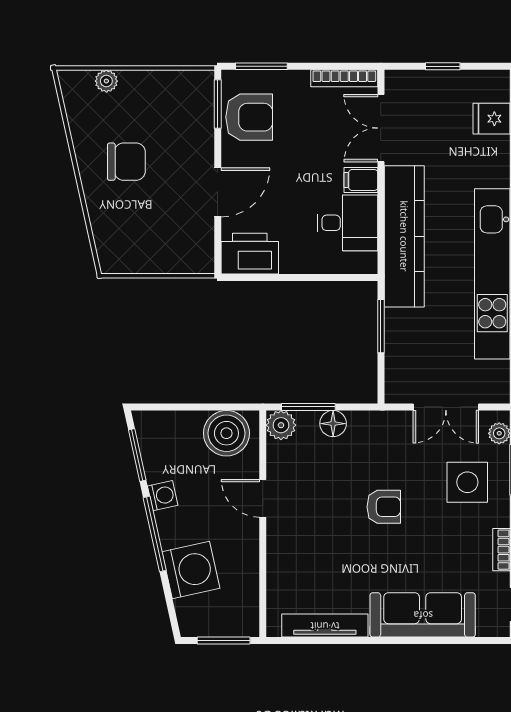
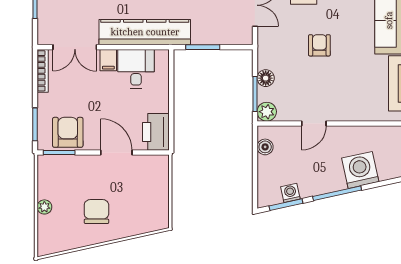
plant: (106, 81) -> (44, 207), moved
boiler: (226, 433) -> (265, 147), width x0.54, depth x0.54
washing machine: (163, 496) -> (290, 193), moved

